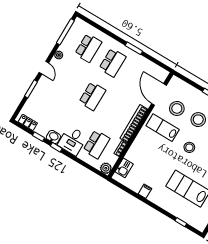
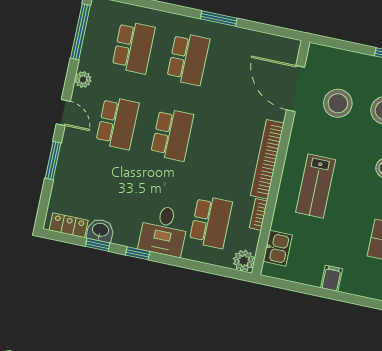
school desk: (68, 82) -> (117, 123), added
lab bench: (163, 128) -> (316, 186), moved, turned -90
washbasin: (53, 137) -> (100, 230), moved

